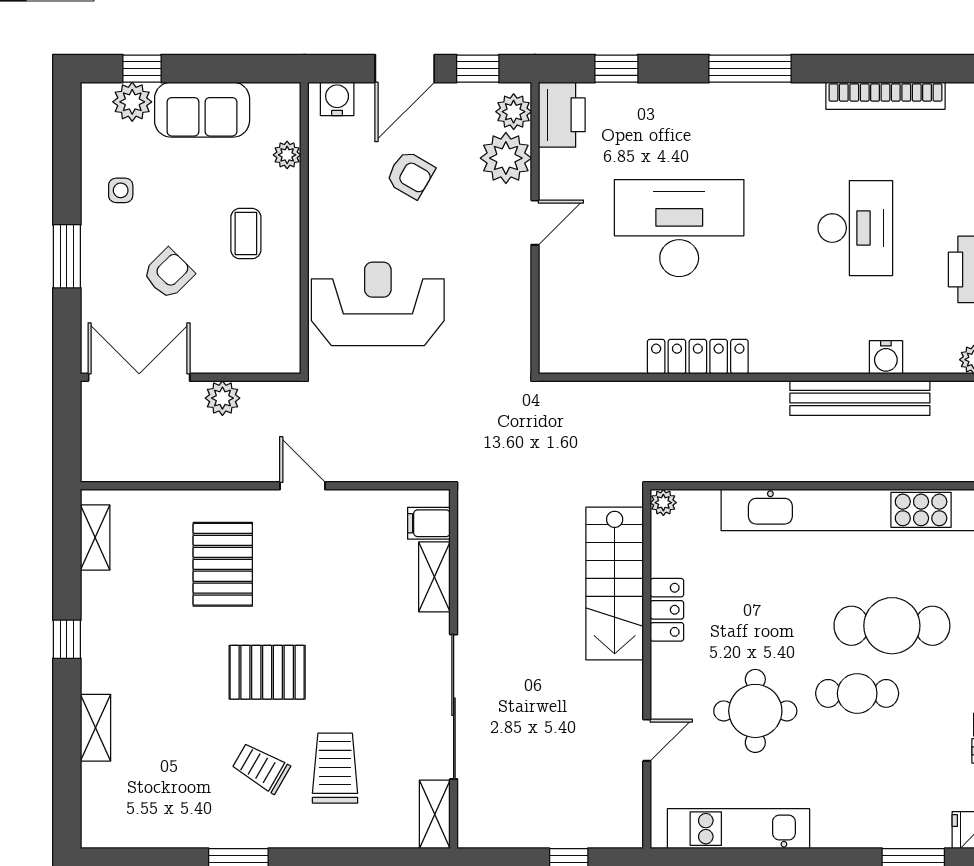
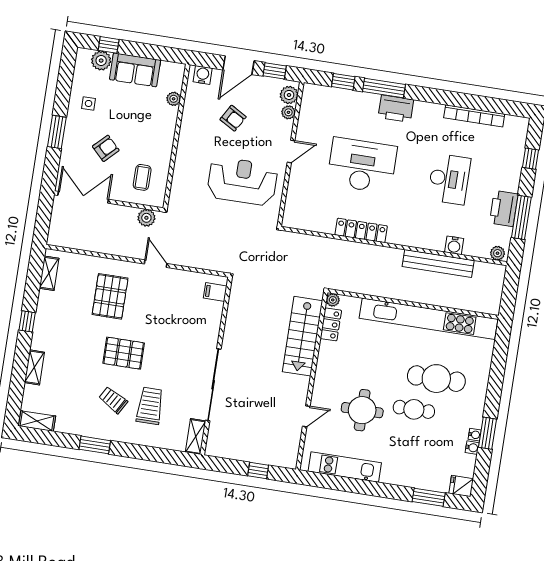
window: (750, 69) -> (384, 88), moved
printer: (562, 115) -> (396, 109), moved, turned 90
plant: (506, 158) -> (288, 112), width x0.53, depth x0.53
coffee table: (246, 234) -> (142, 177), moved
reception desk: (378, 304) -> (242, 181), moved
plant: (222, 398) -> (146, 218), moved
shelving: (434, 577) -> (37, 421), moved, turned 90
locker: (667, 610) -> (331, 324), moved

